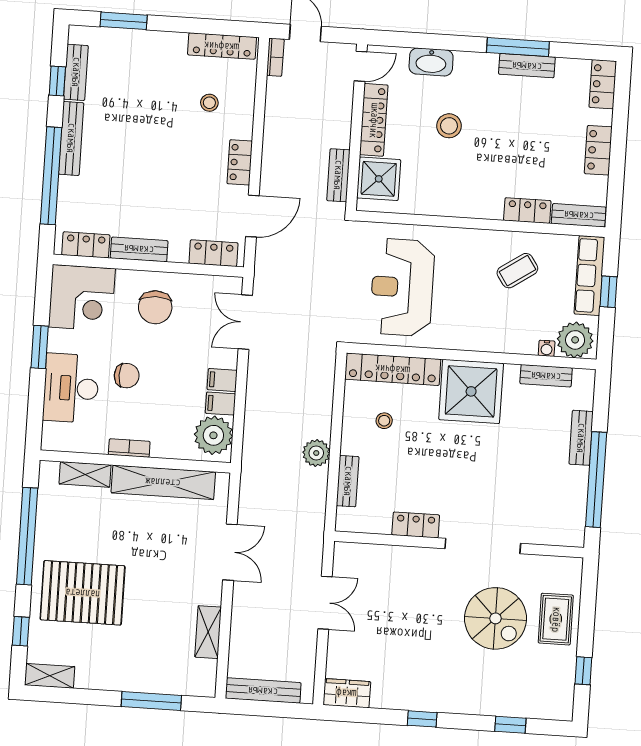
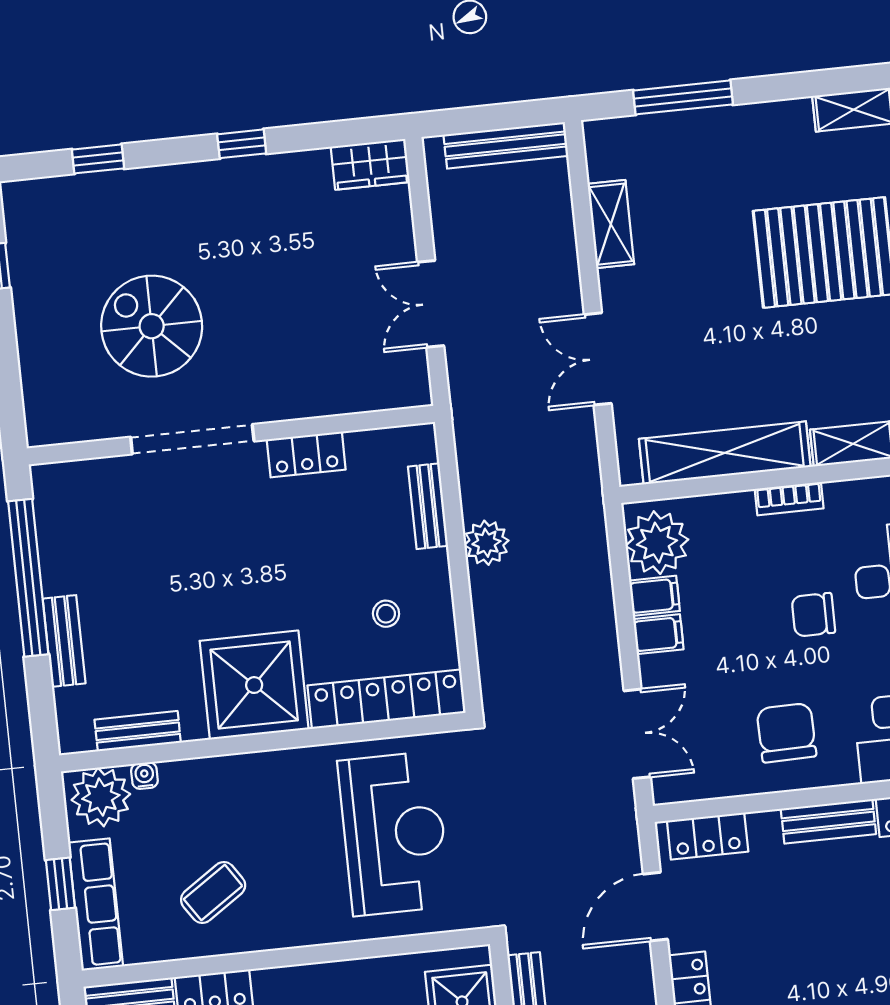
rug: (556, 619) -> (54, 342), removed

